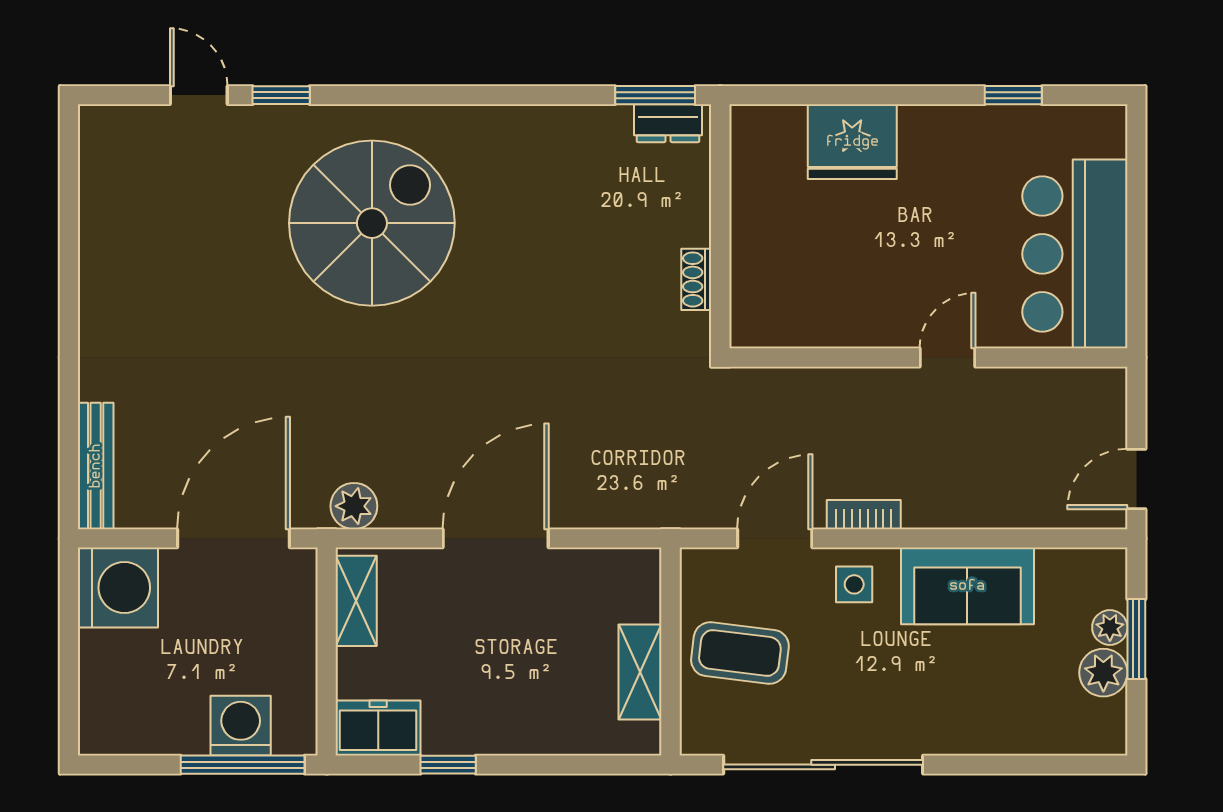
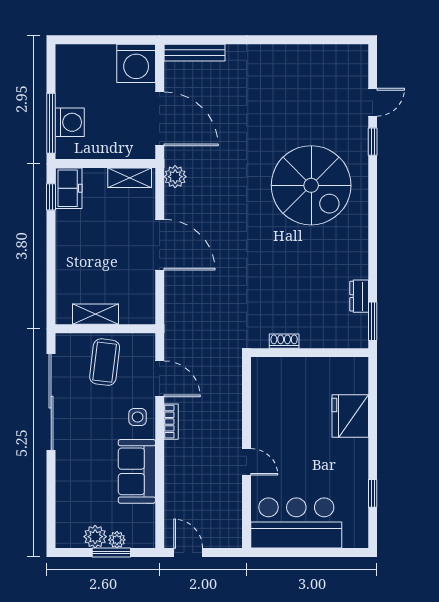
dresser: (668, 123) -> (359, 296), moved
window: (448, 765) -> (51, 197), moved

